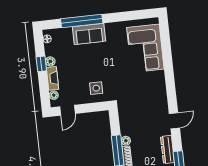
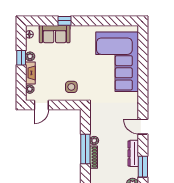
window: (82, 21) -> (64, 21), width x0.32
sofa: (89, 34) -> (55, 34), moved
corner sofa: (145, 48) -> (117, 62), width x1.36, depth x1.36
door: (174, 121) -> (143, 127), swing flipped

